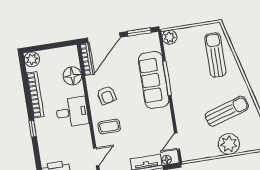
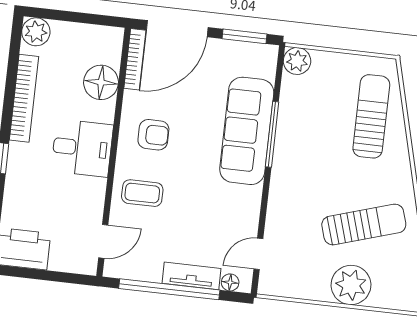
armchair: (107, 95) -> (153, 135), turned -76

